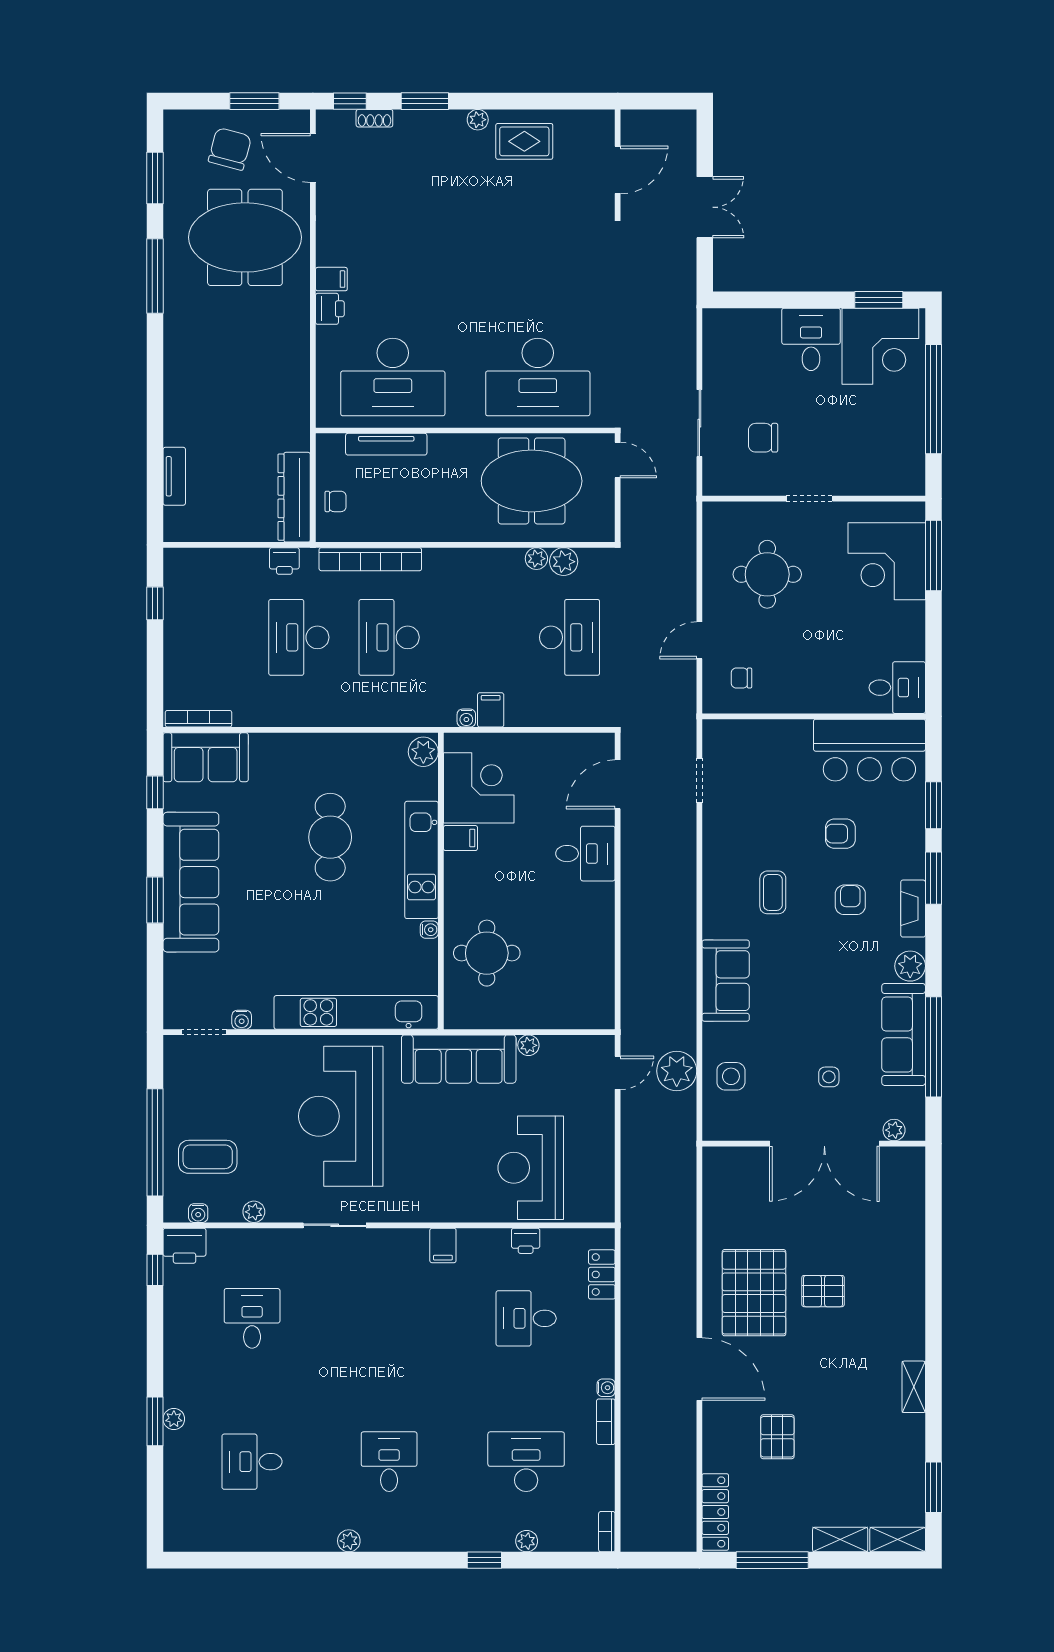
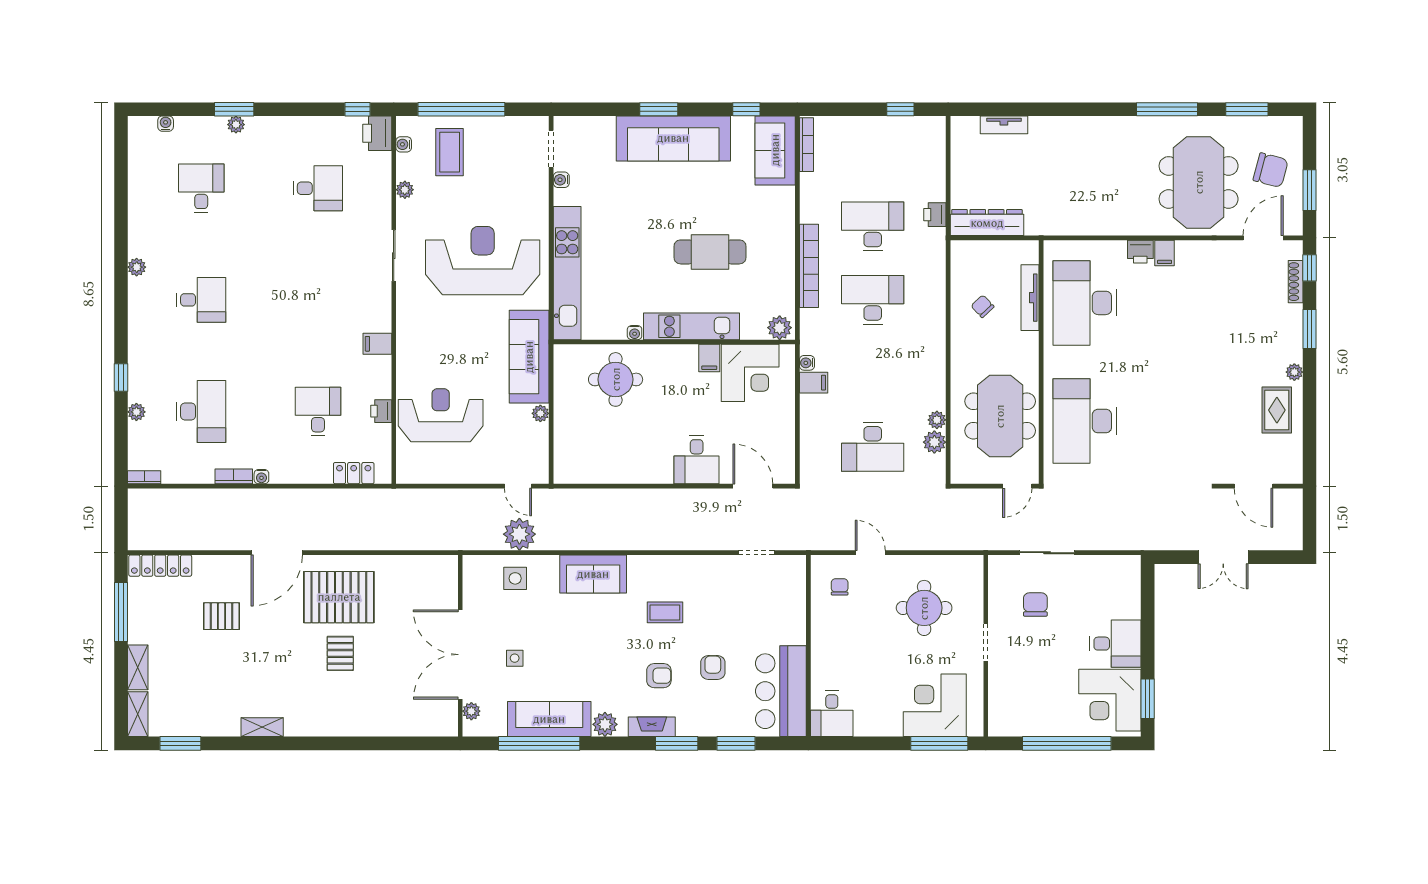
shoe rack: (374, 118) -> (1296, 282), width x1.43
chair: (336, 501) -> (982, 306), moved, turned 137
bookcase: (370, 559) -> (809, 266), moved, turned 180
water cooler: (173, 1505) -> (166, 124), added

